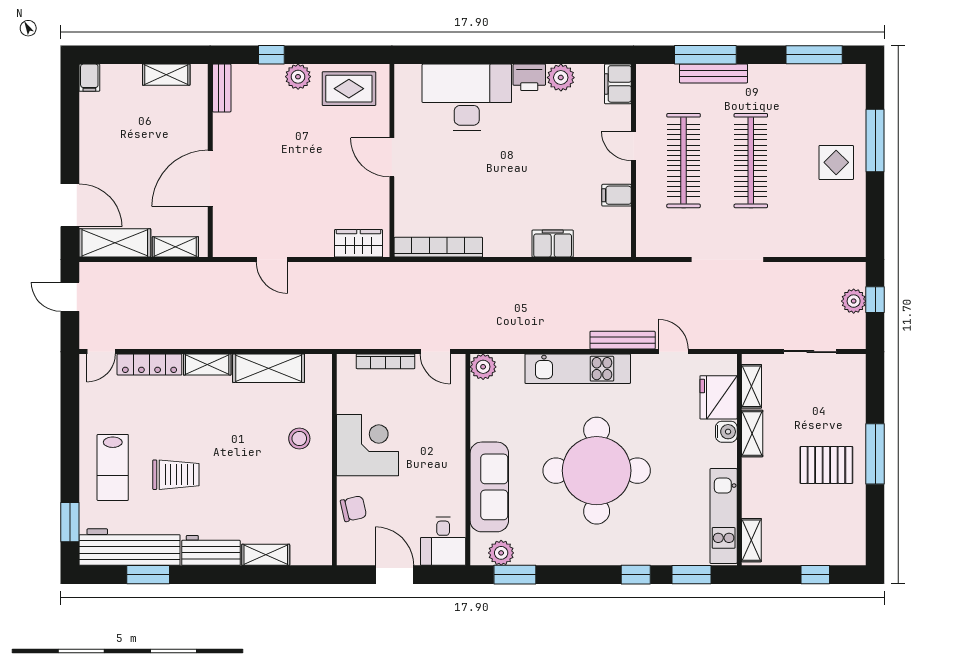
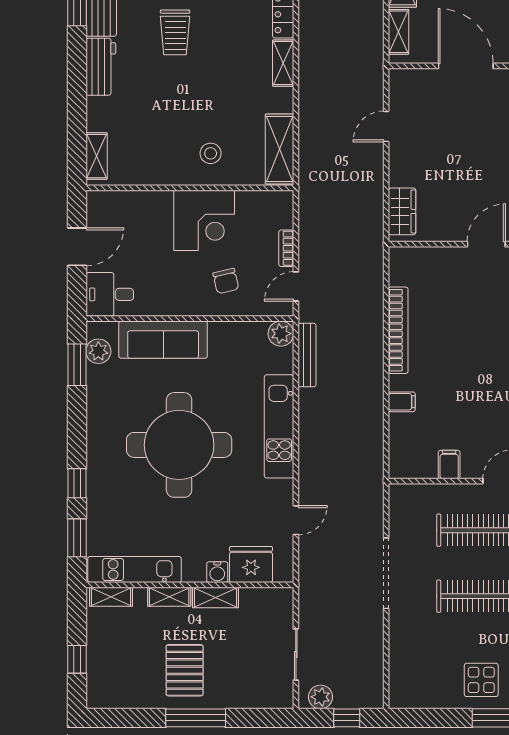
filing cabinet: (553, 244) -> (402, 402), width x0.50
bookcase: (438, 247) -> (398, 330), moved
plant: (854, 301) -> (321, 697), moved
bench: (623, 340) -> (307, 355), moved
bookcase: (386, 361) -> (286, 248), width x0.64
shelving: (269, 368) -> (280, 149), moved
shelving: (751, 386) -> (169, 597), moved
chair: (353, 509) -> (226, 281), moved
shelving: (266, 555) -> (97, 156), moved

